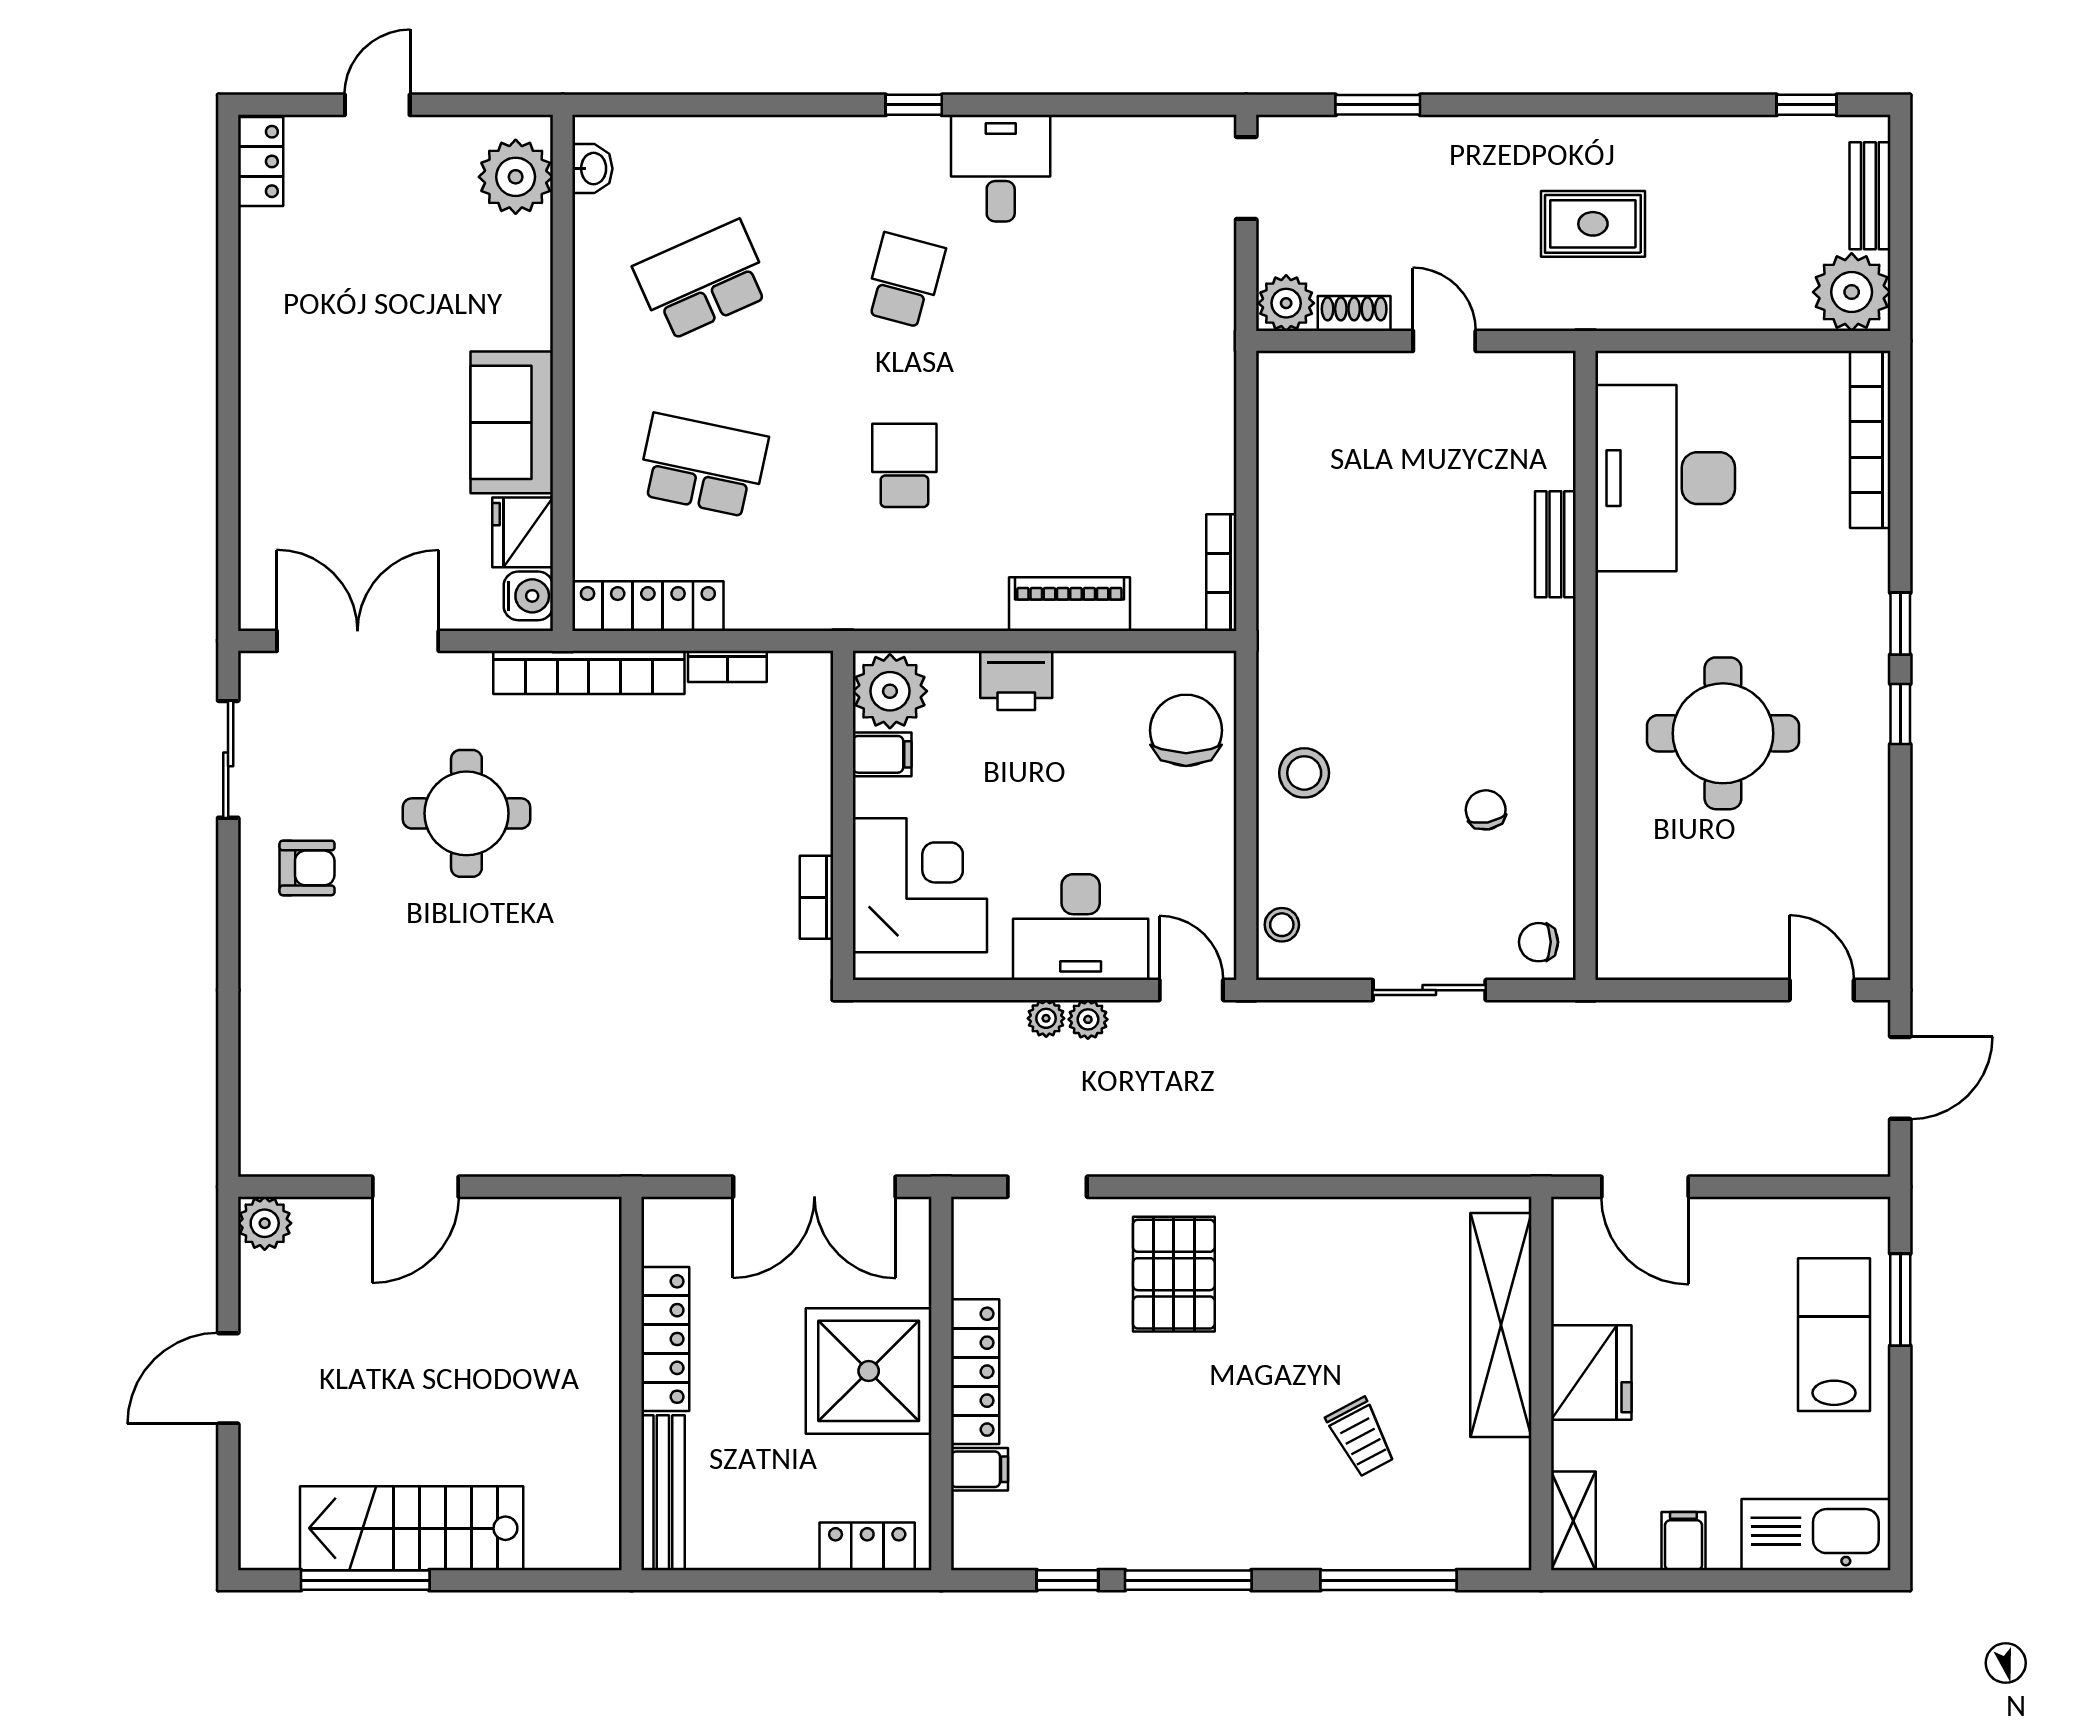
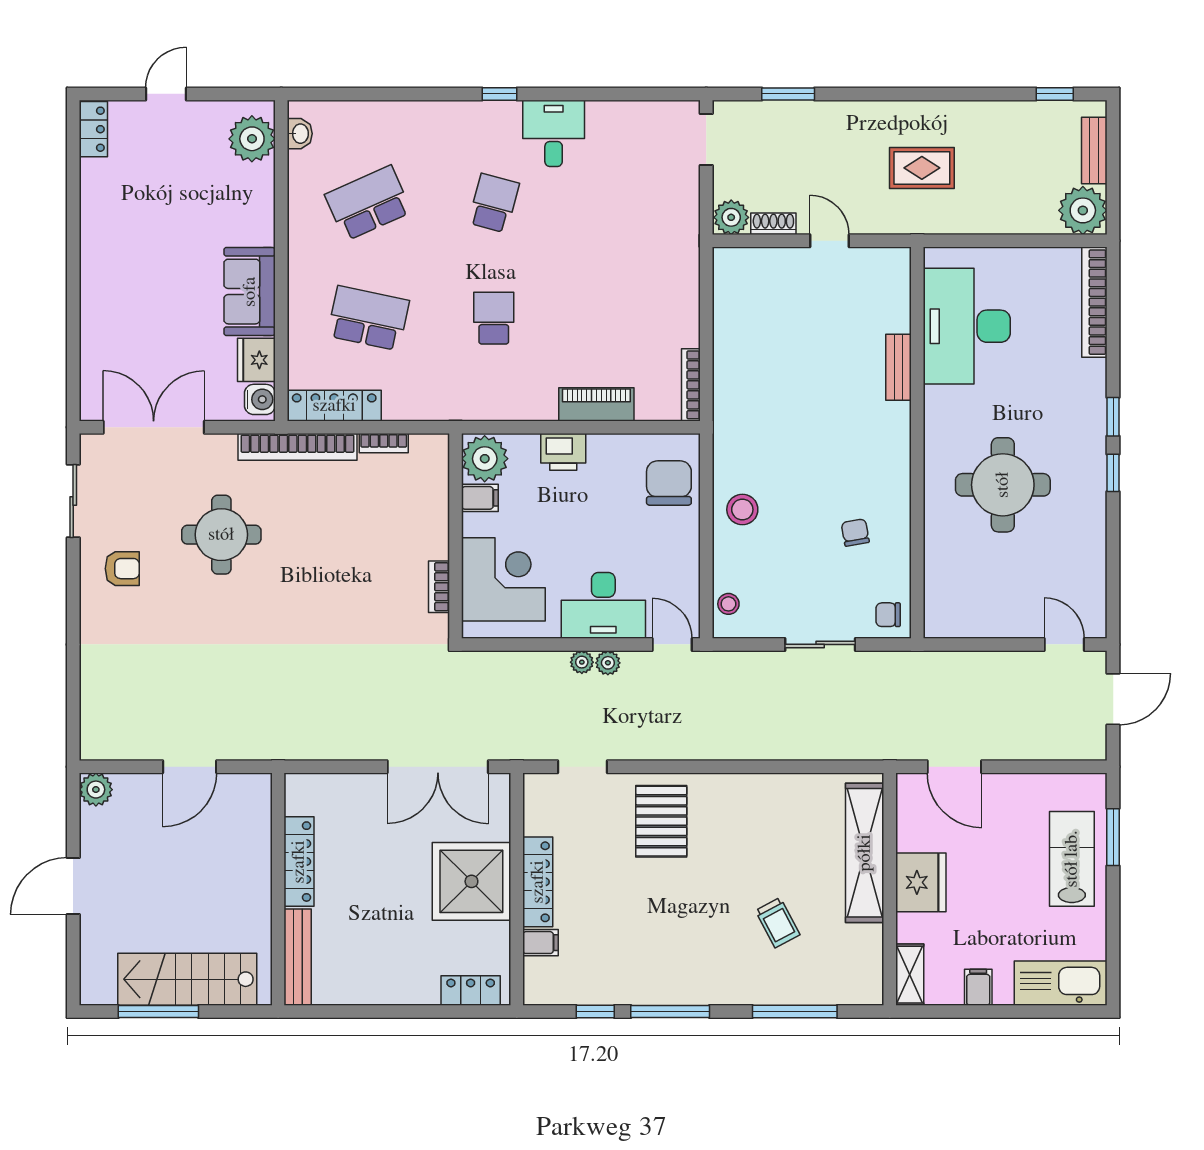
locker: (665, 1339) -> (299, 862), moved
wall: (631, 1383) -> (278, 889), moved
bench: (663, 1492) -> (298, 957), moved

